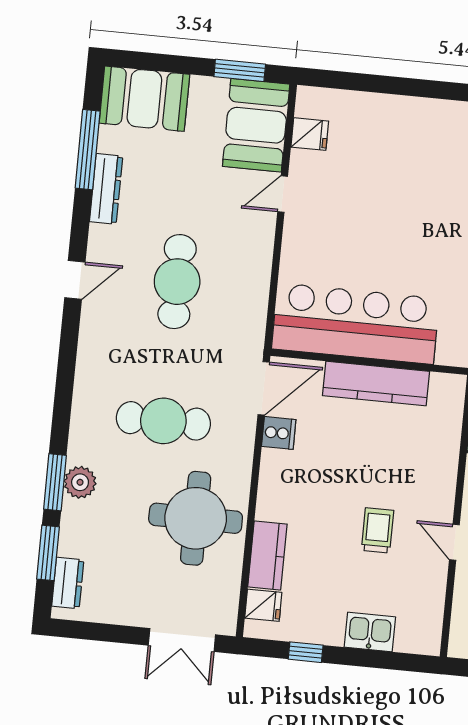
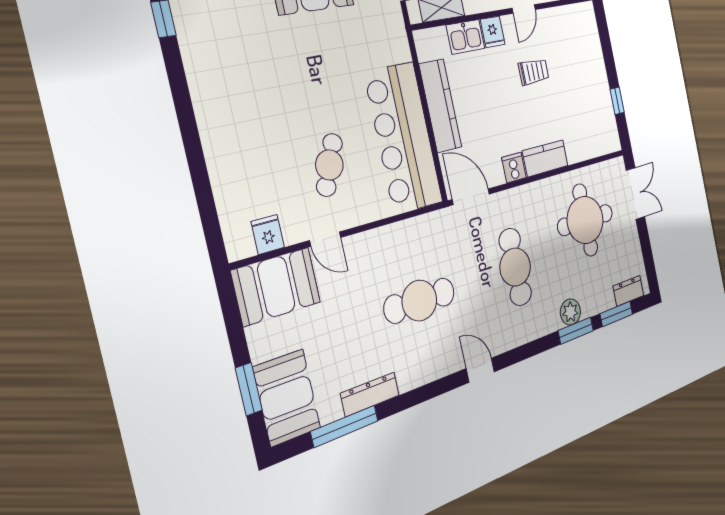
window: (240, 70) -> (249, 389), moved
cafe table: (355, 225) -> (329, 165), added
door: (75, 280) -> (480, 370), moved
cooker: (279, 433) -> (514, 168), moved
round table: (196, 518) -> (585, 220), moved
trolley: (378, 530) -> (534, 72), turned 180
kitchen counter: (267, 555) -> (545, 158), moved
fridge: (263, 605) -> (493, 32), moved, turned 180
kitchen sink: (370, 632) -> (466, 37), moved, turned -90

